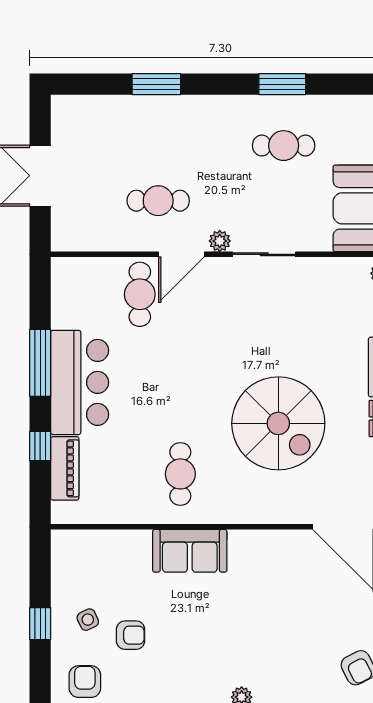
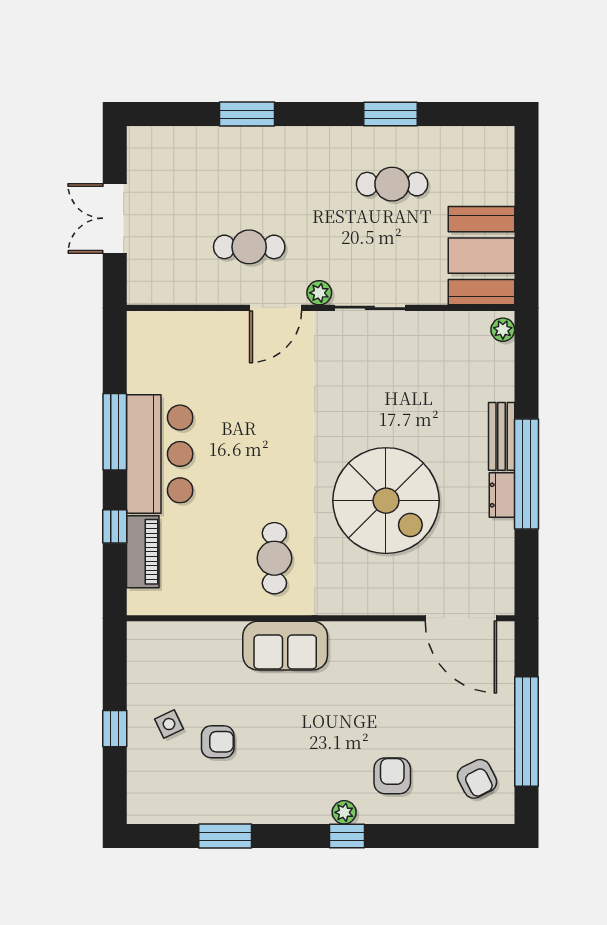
cafe table: (140, 294) -> (228, 354), removed
armchair: (85, 682) -> (392, 776), moved

